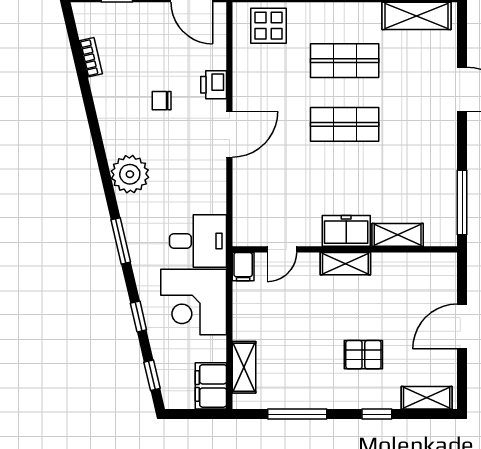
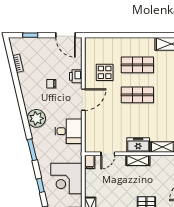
display table: (269, 26) -> (105, 72), moved
desk: (198, 241) -> (68, 131), moved

